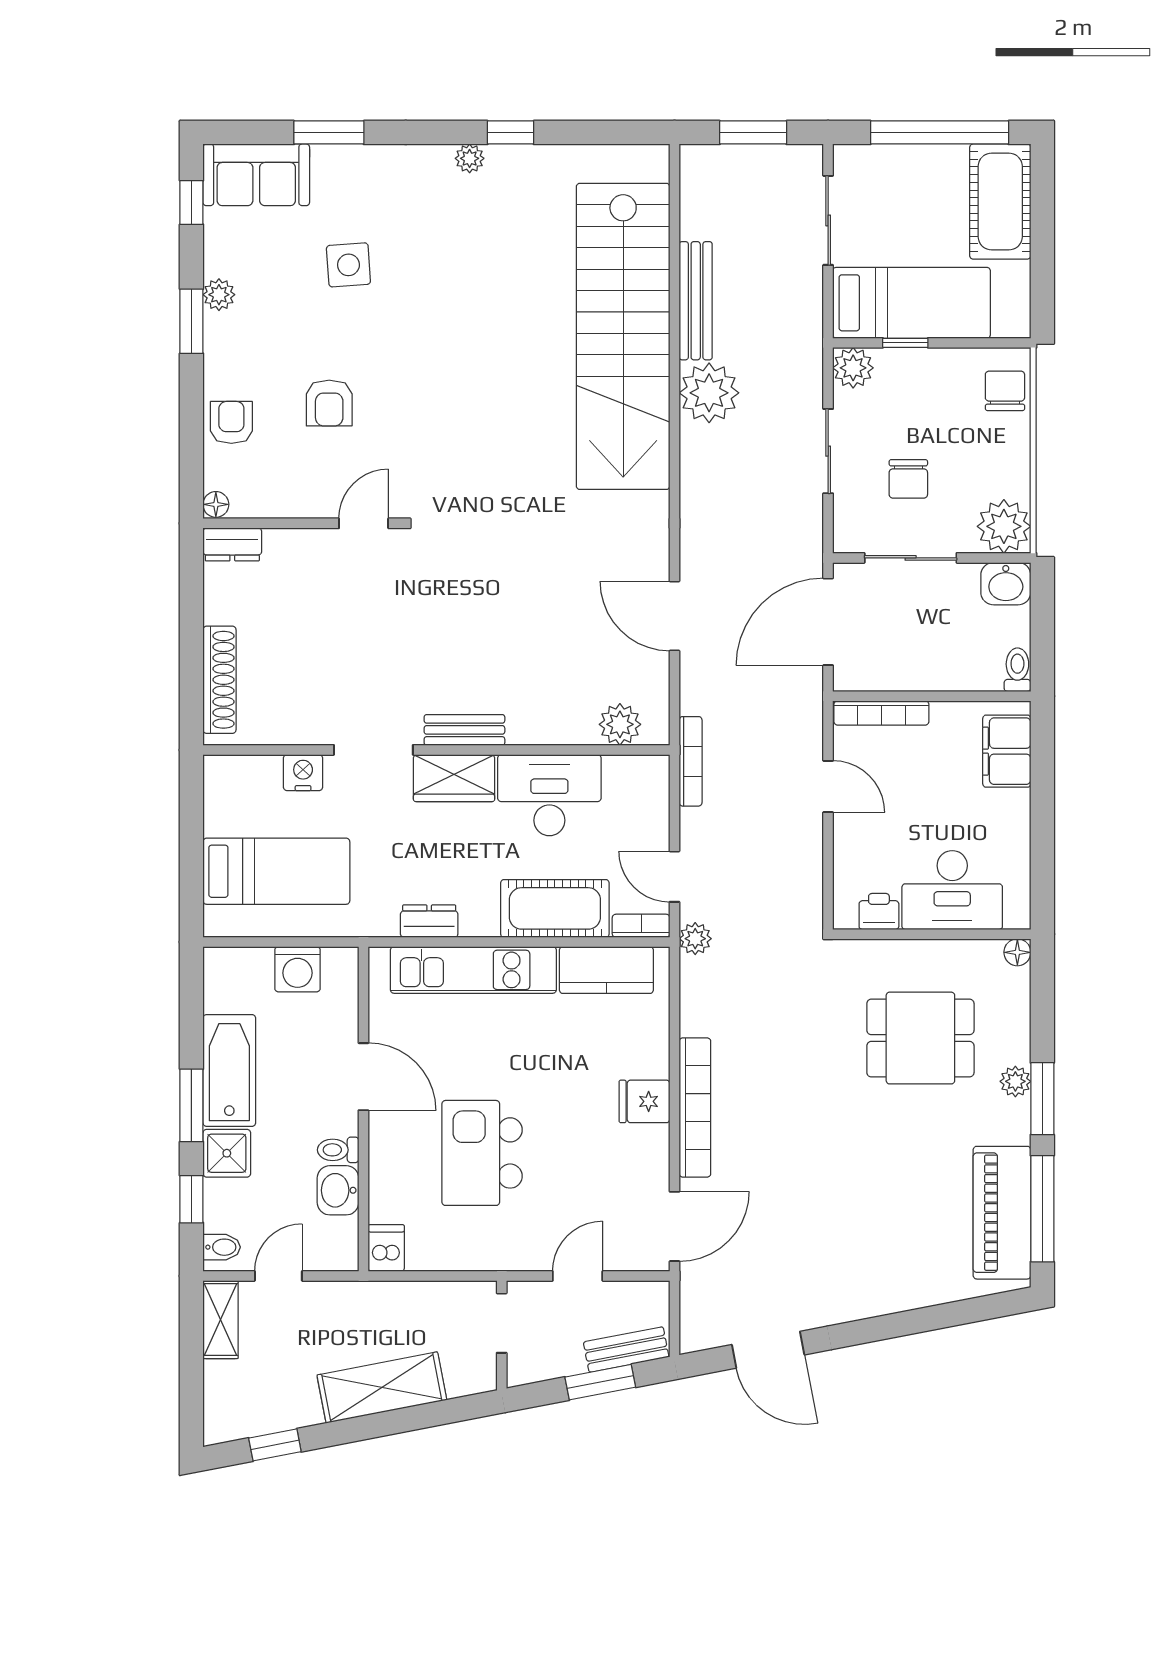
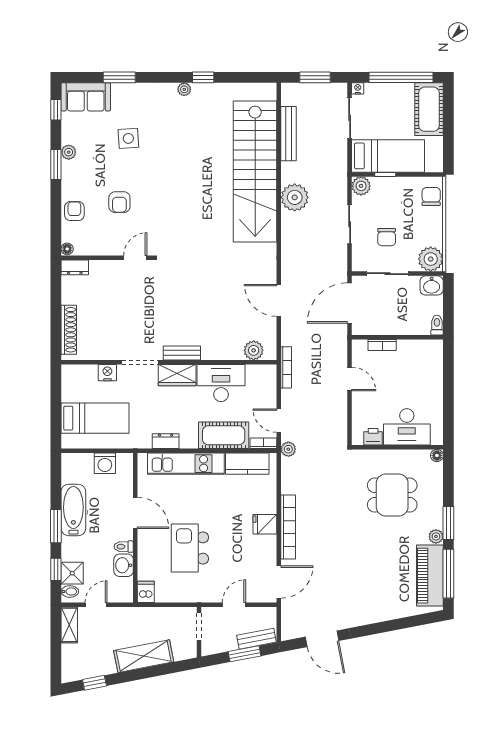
nightstand: (846, 156) -> (358, 88), added
bench: (696, 301) -> (288, 134), moved
bookcase: (881, 713) -> (382, 345), width x0.64
filing cabinet: (1007, 751) -> (432, 363), removed
plant: (1015, 1081) -> (436, 536), moved
shower: (227, 1153) -> (72, 573), moved

